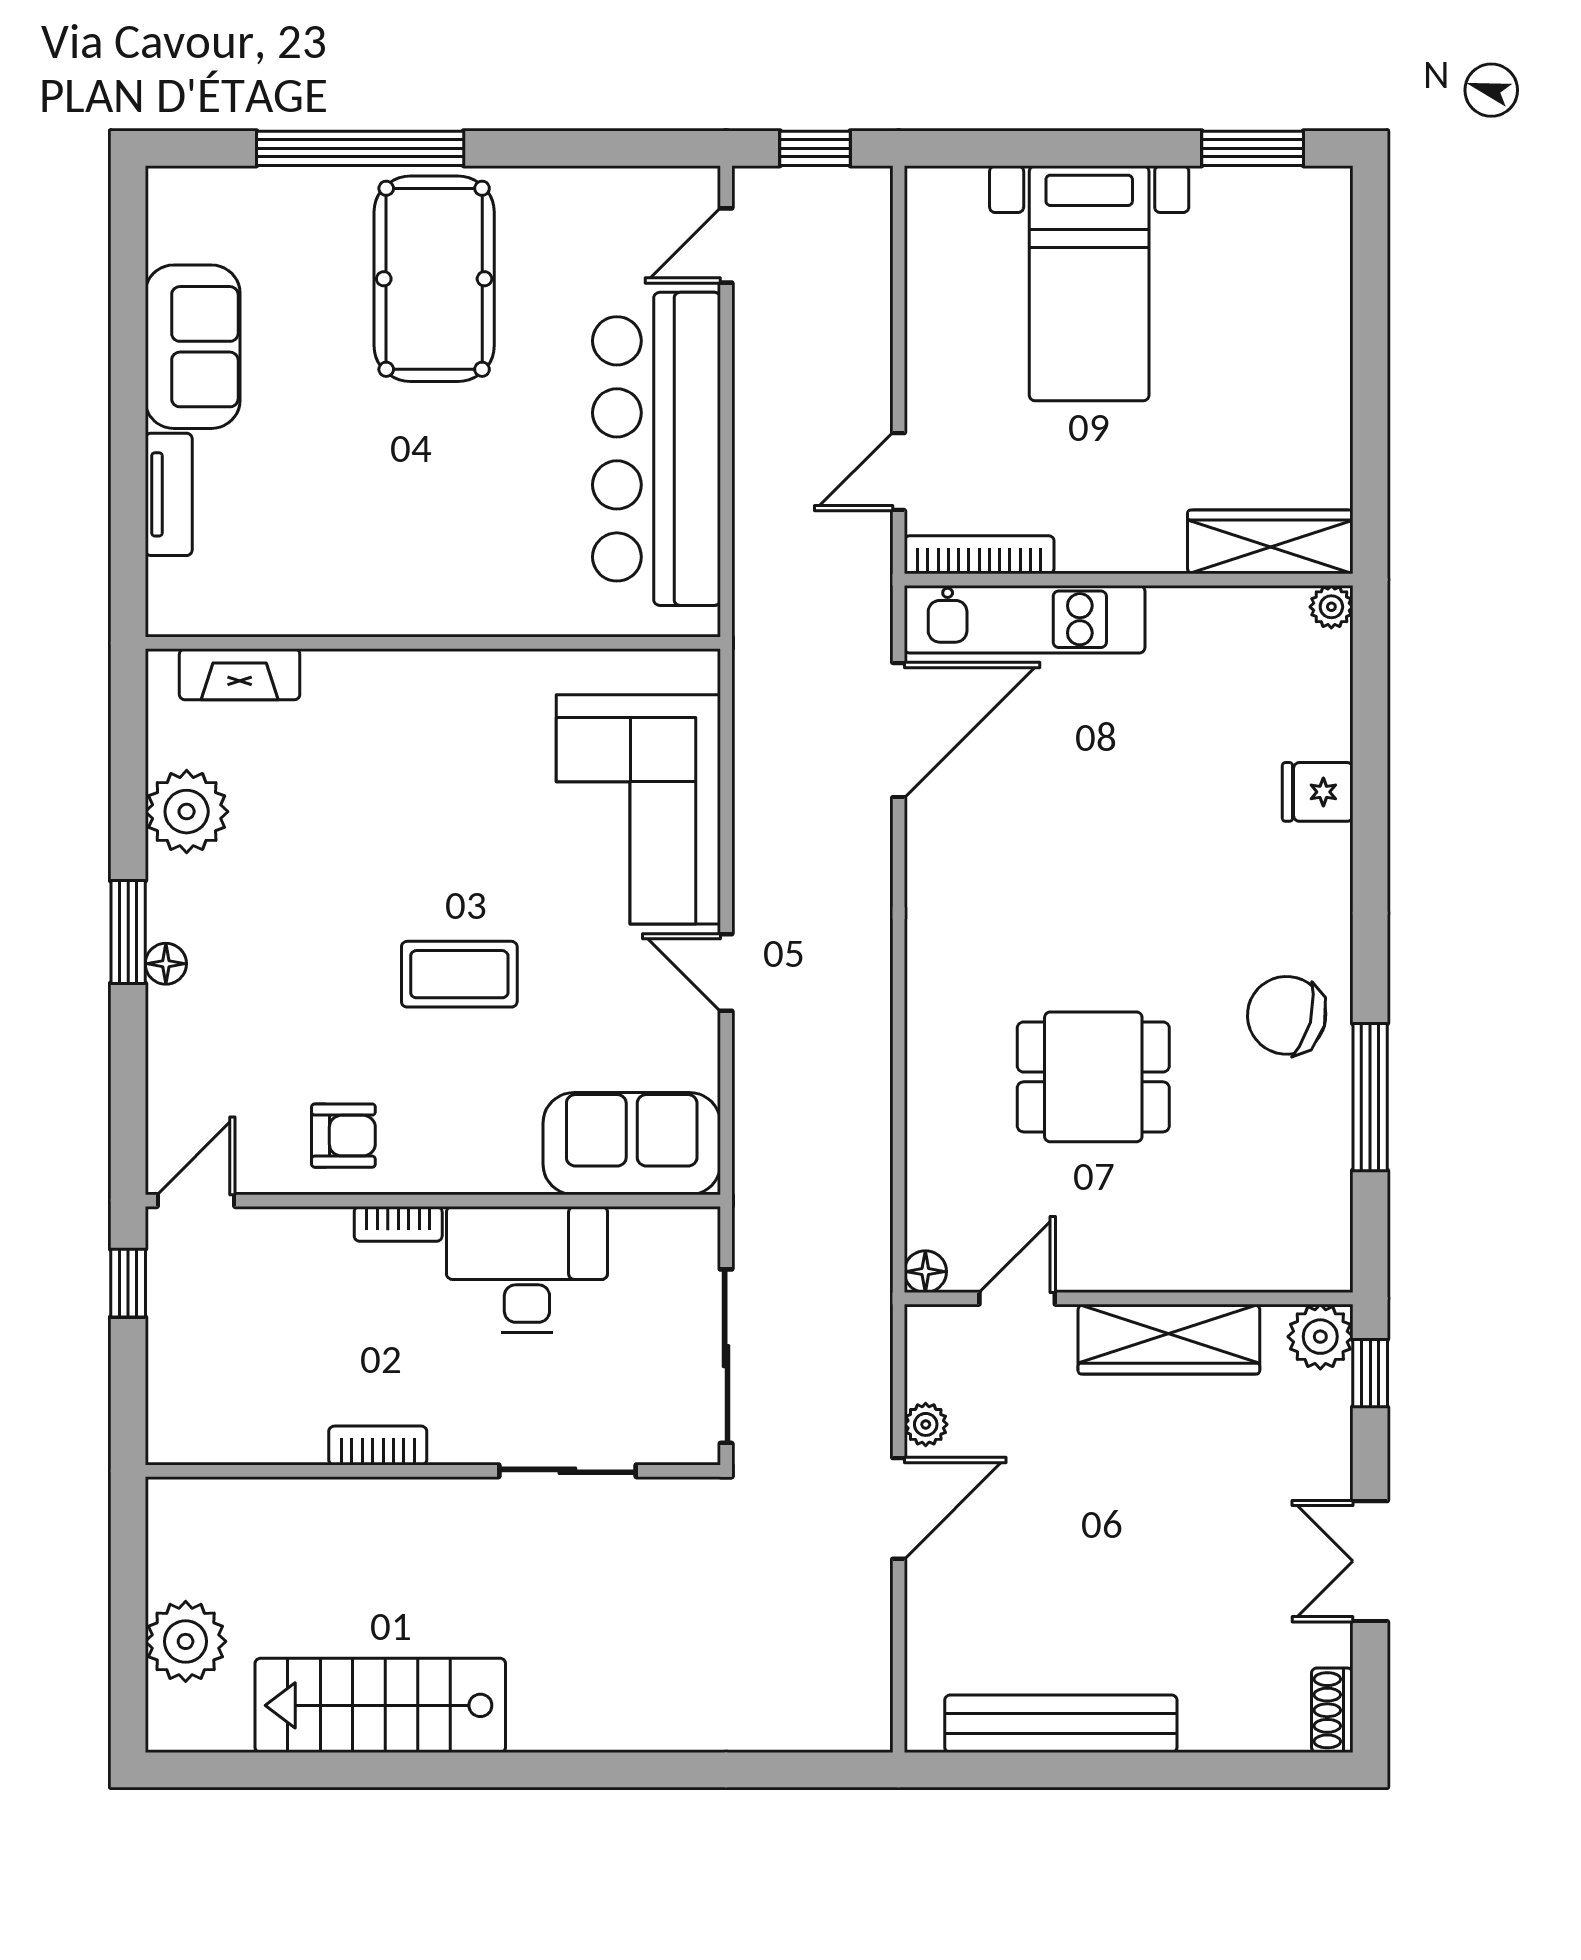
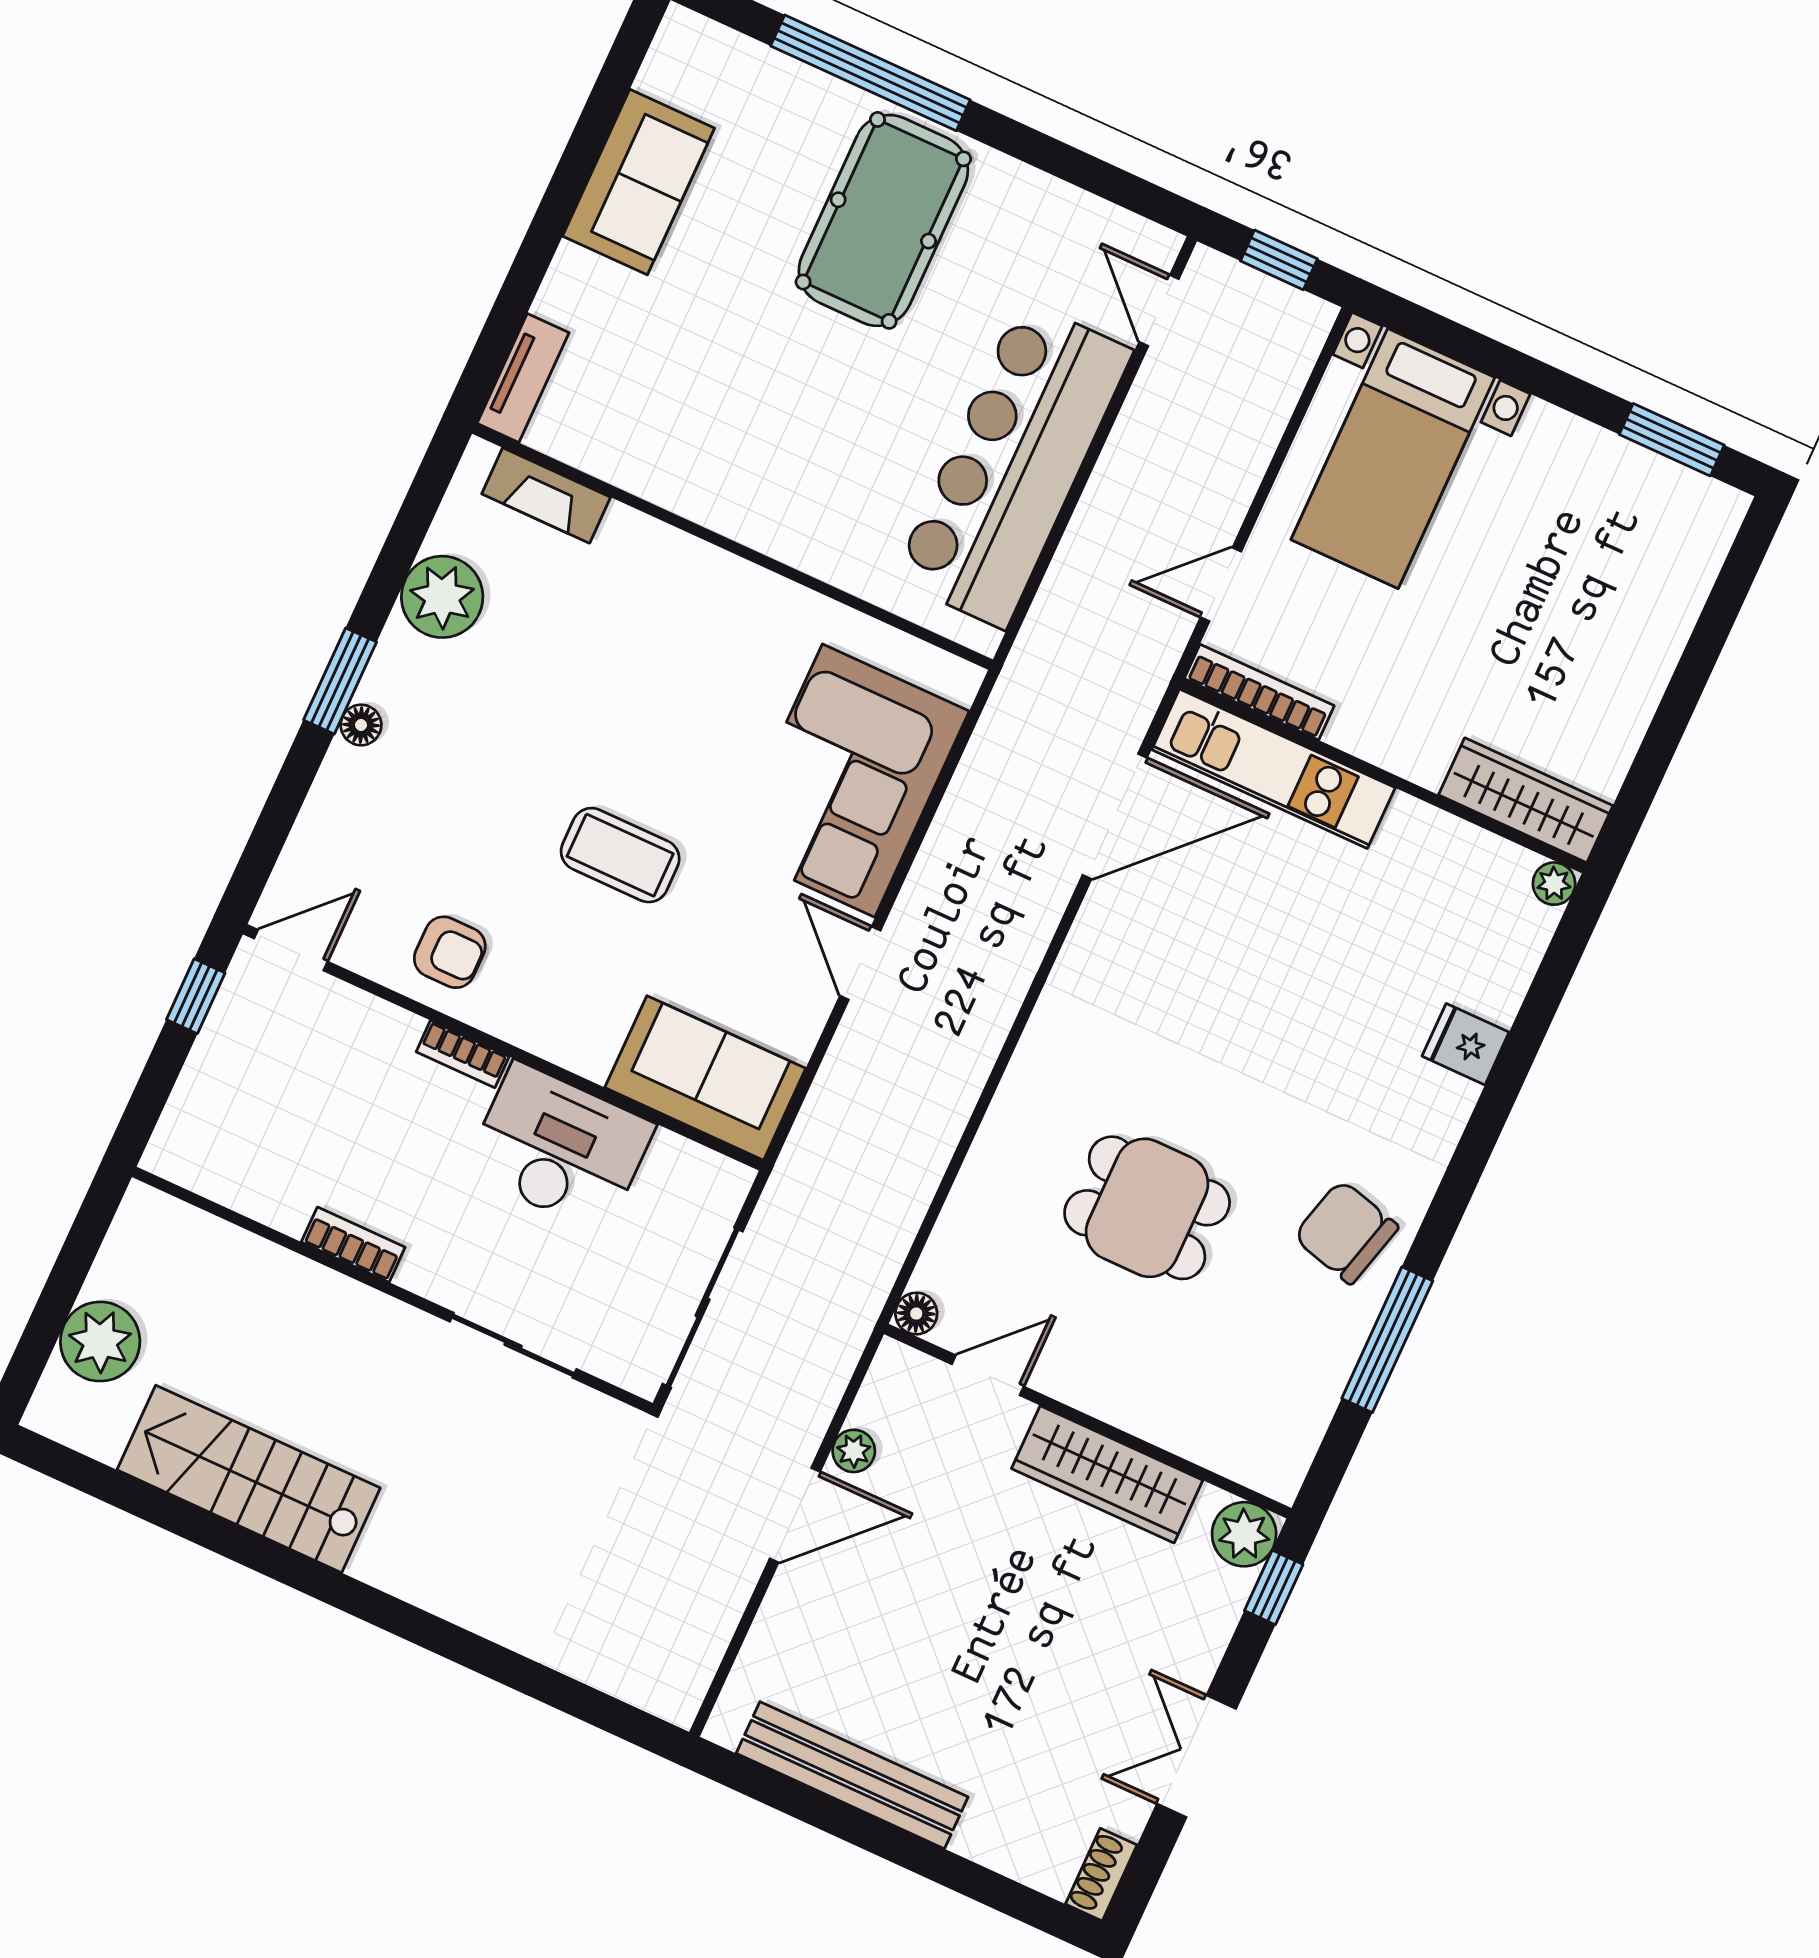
door: (726, 245) -> (1159, 310), hinge flipped
bed with nightstands: (1089, 283) -> (1393, 459), moved
tv unit: (169, 494) -> (523, 378), moved

